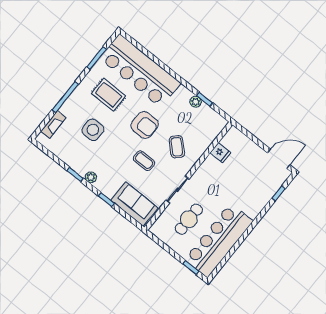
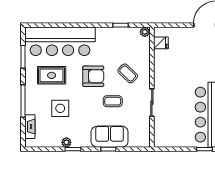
plant: (196, 102) -> (145, 32), moved
fridge: (220, 153) -> (161, 43), moved
plant: (91, 177) -> (66, 142), moved
sofa: (134, 204) -> (110, 137), moved
cafe table: (189, 219) -> (176, 117), removed

